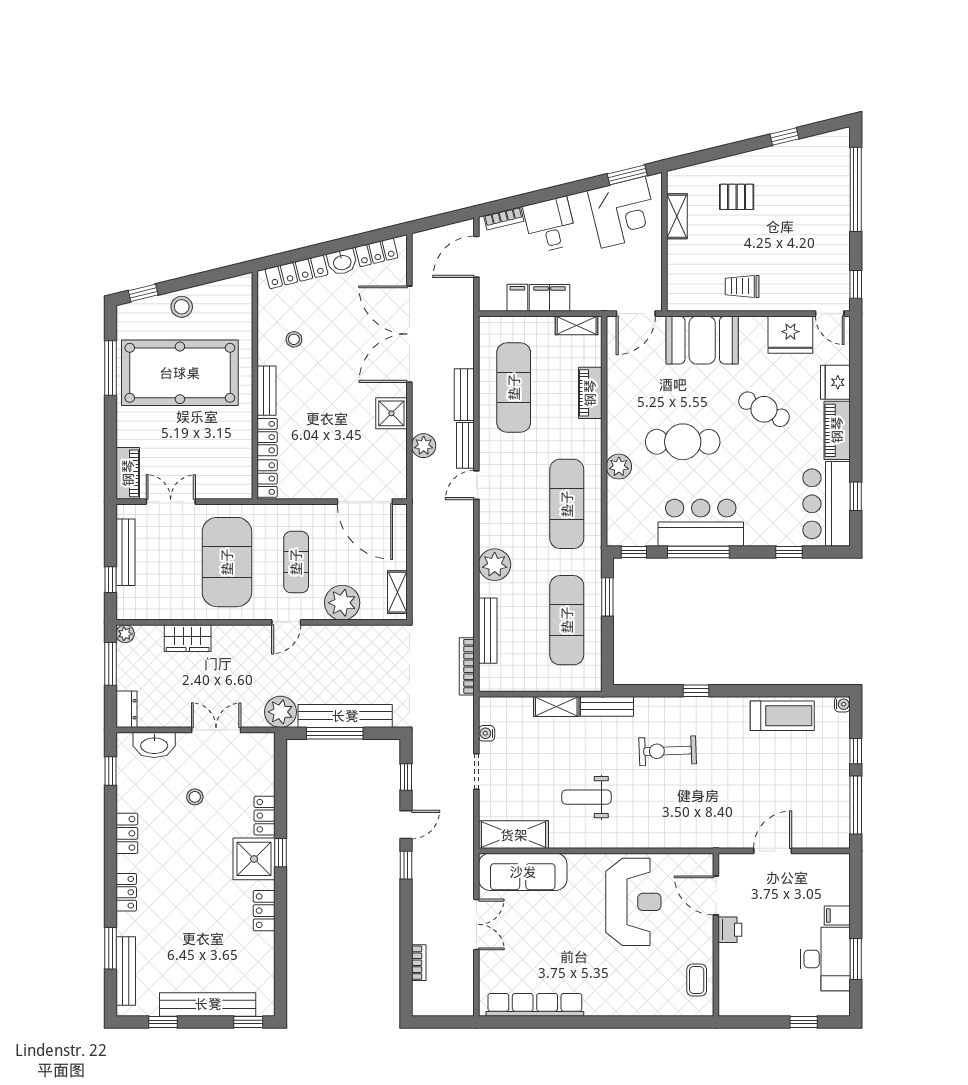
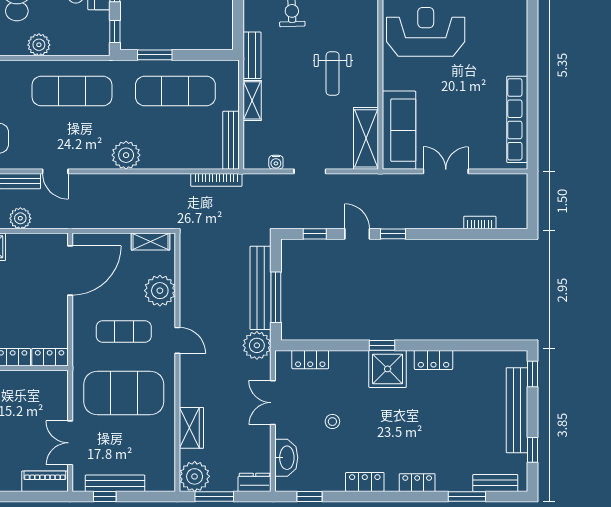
window: (110, 580) -> (105, 497), moved
bench: (488, 631) -> (231, 140), moved, turned 90
plant: (125, 634) -> (195, 476), width x1.87, depth x1.87
locker: (265, 816) -> (310, 360), moved
bench: (126, 971) -> (495, 483), width x0.73

